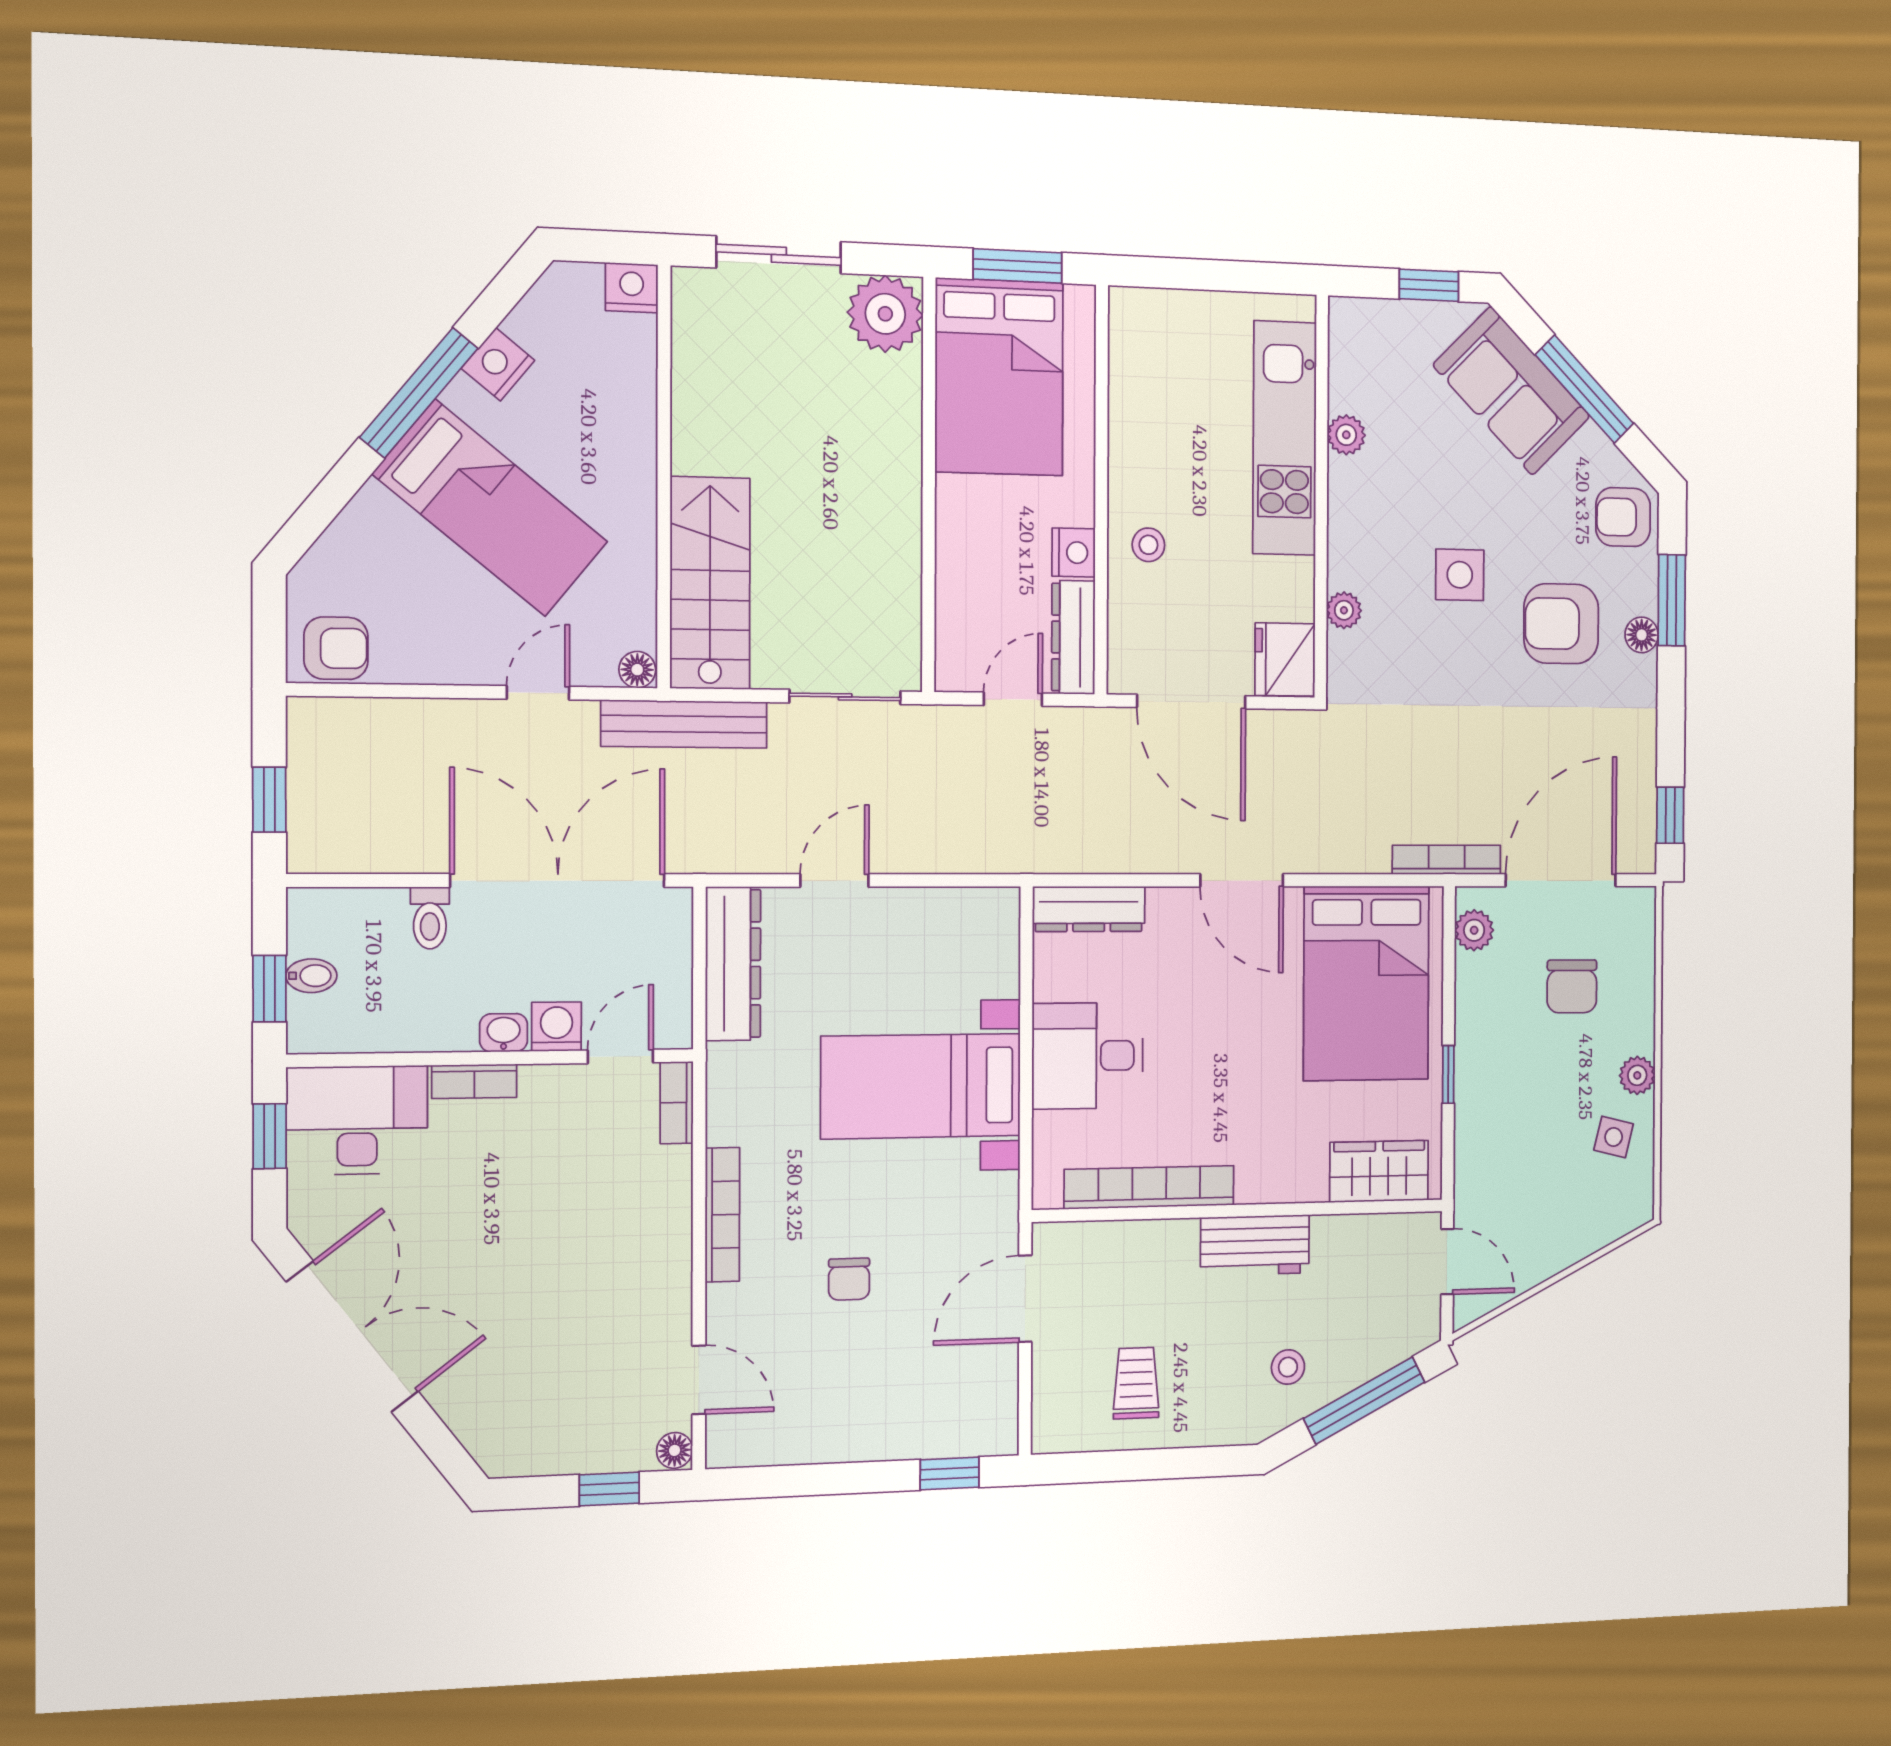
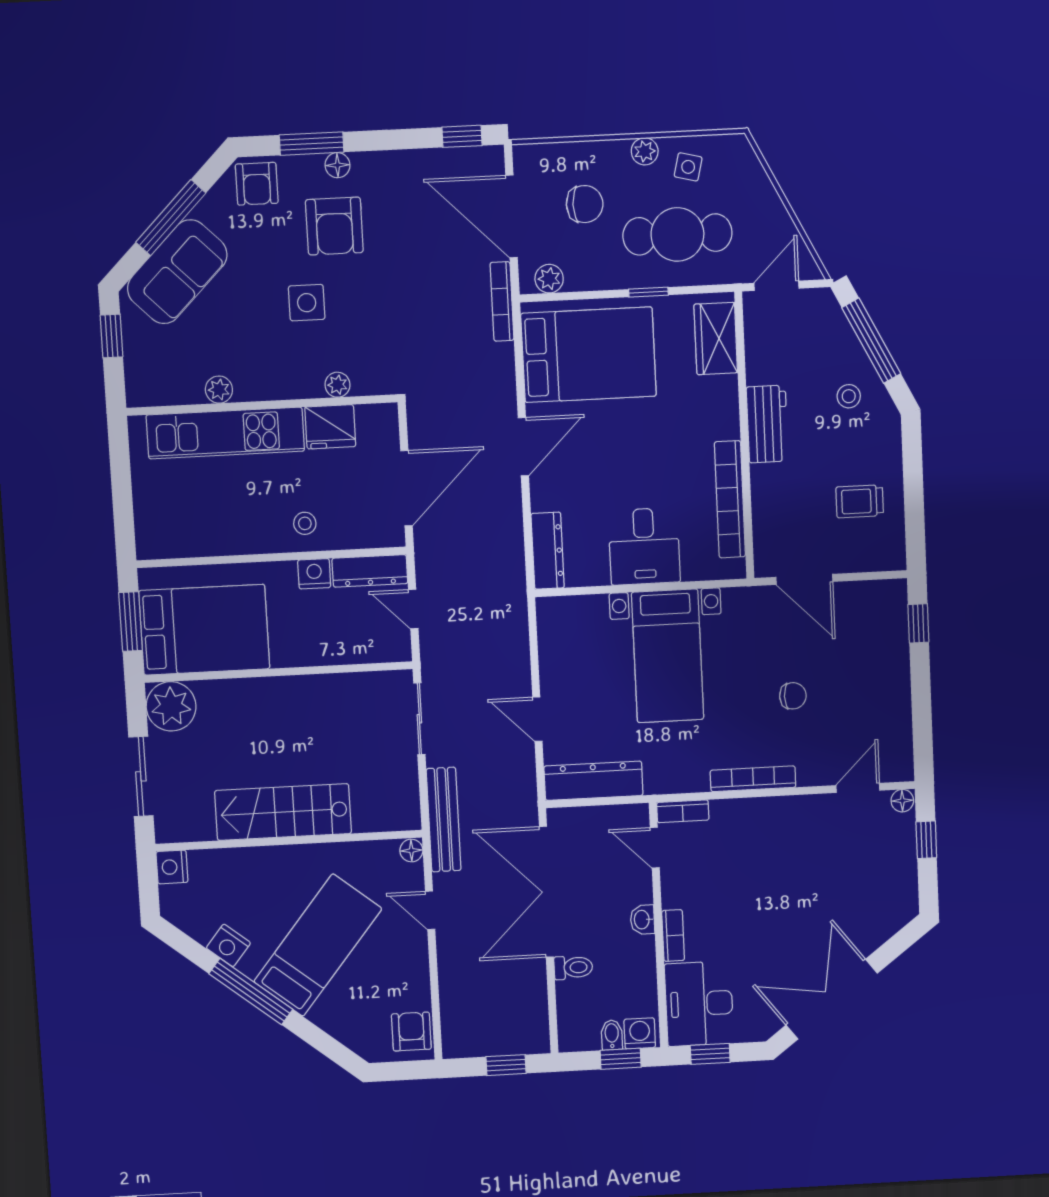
stairs: (710, 583) -> (283, 812), moved
fridge: (1285, 660) -> (330, 427), moved
washing machine: (557, 1027) -> (640, 1033), moved, turned 90
cafe table: (1524, 1119) -> (677, 234), added

